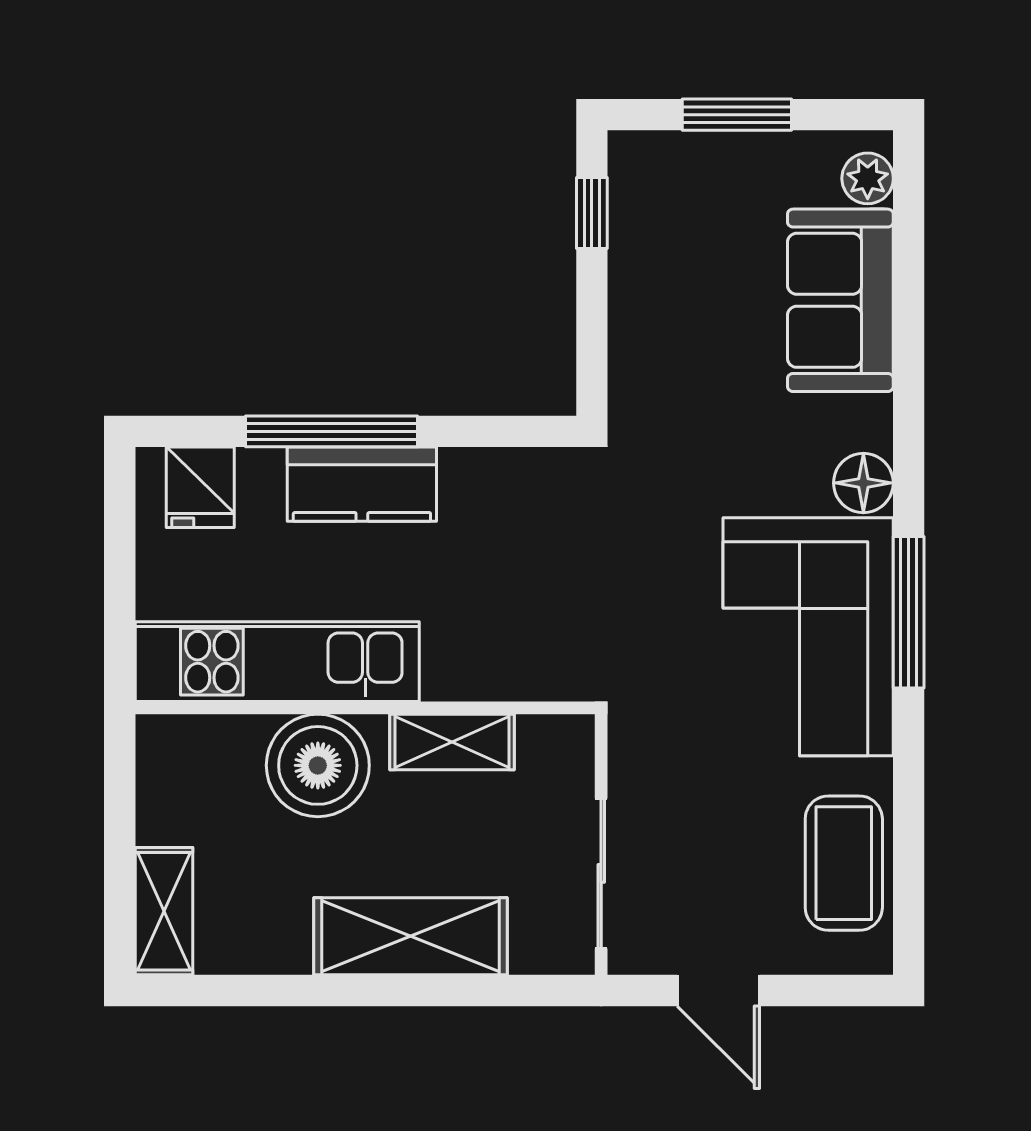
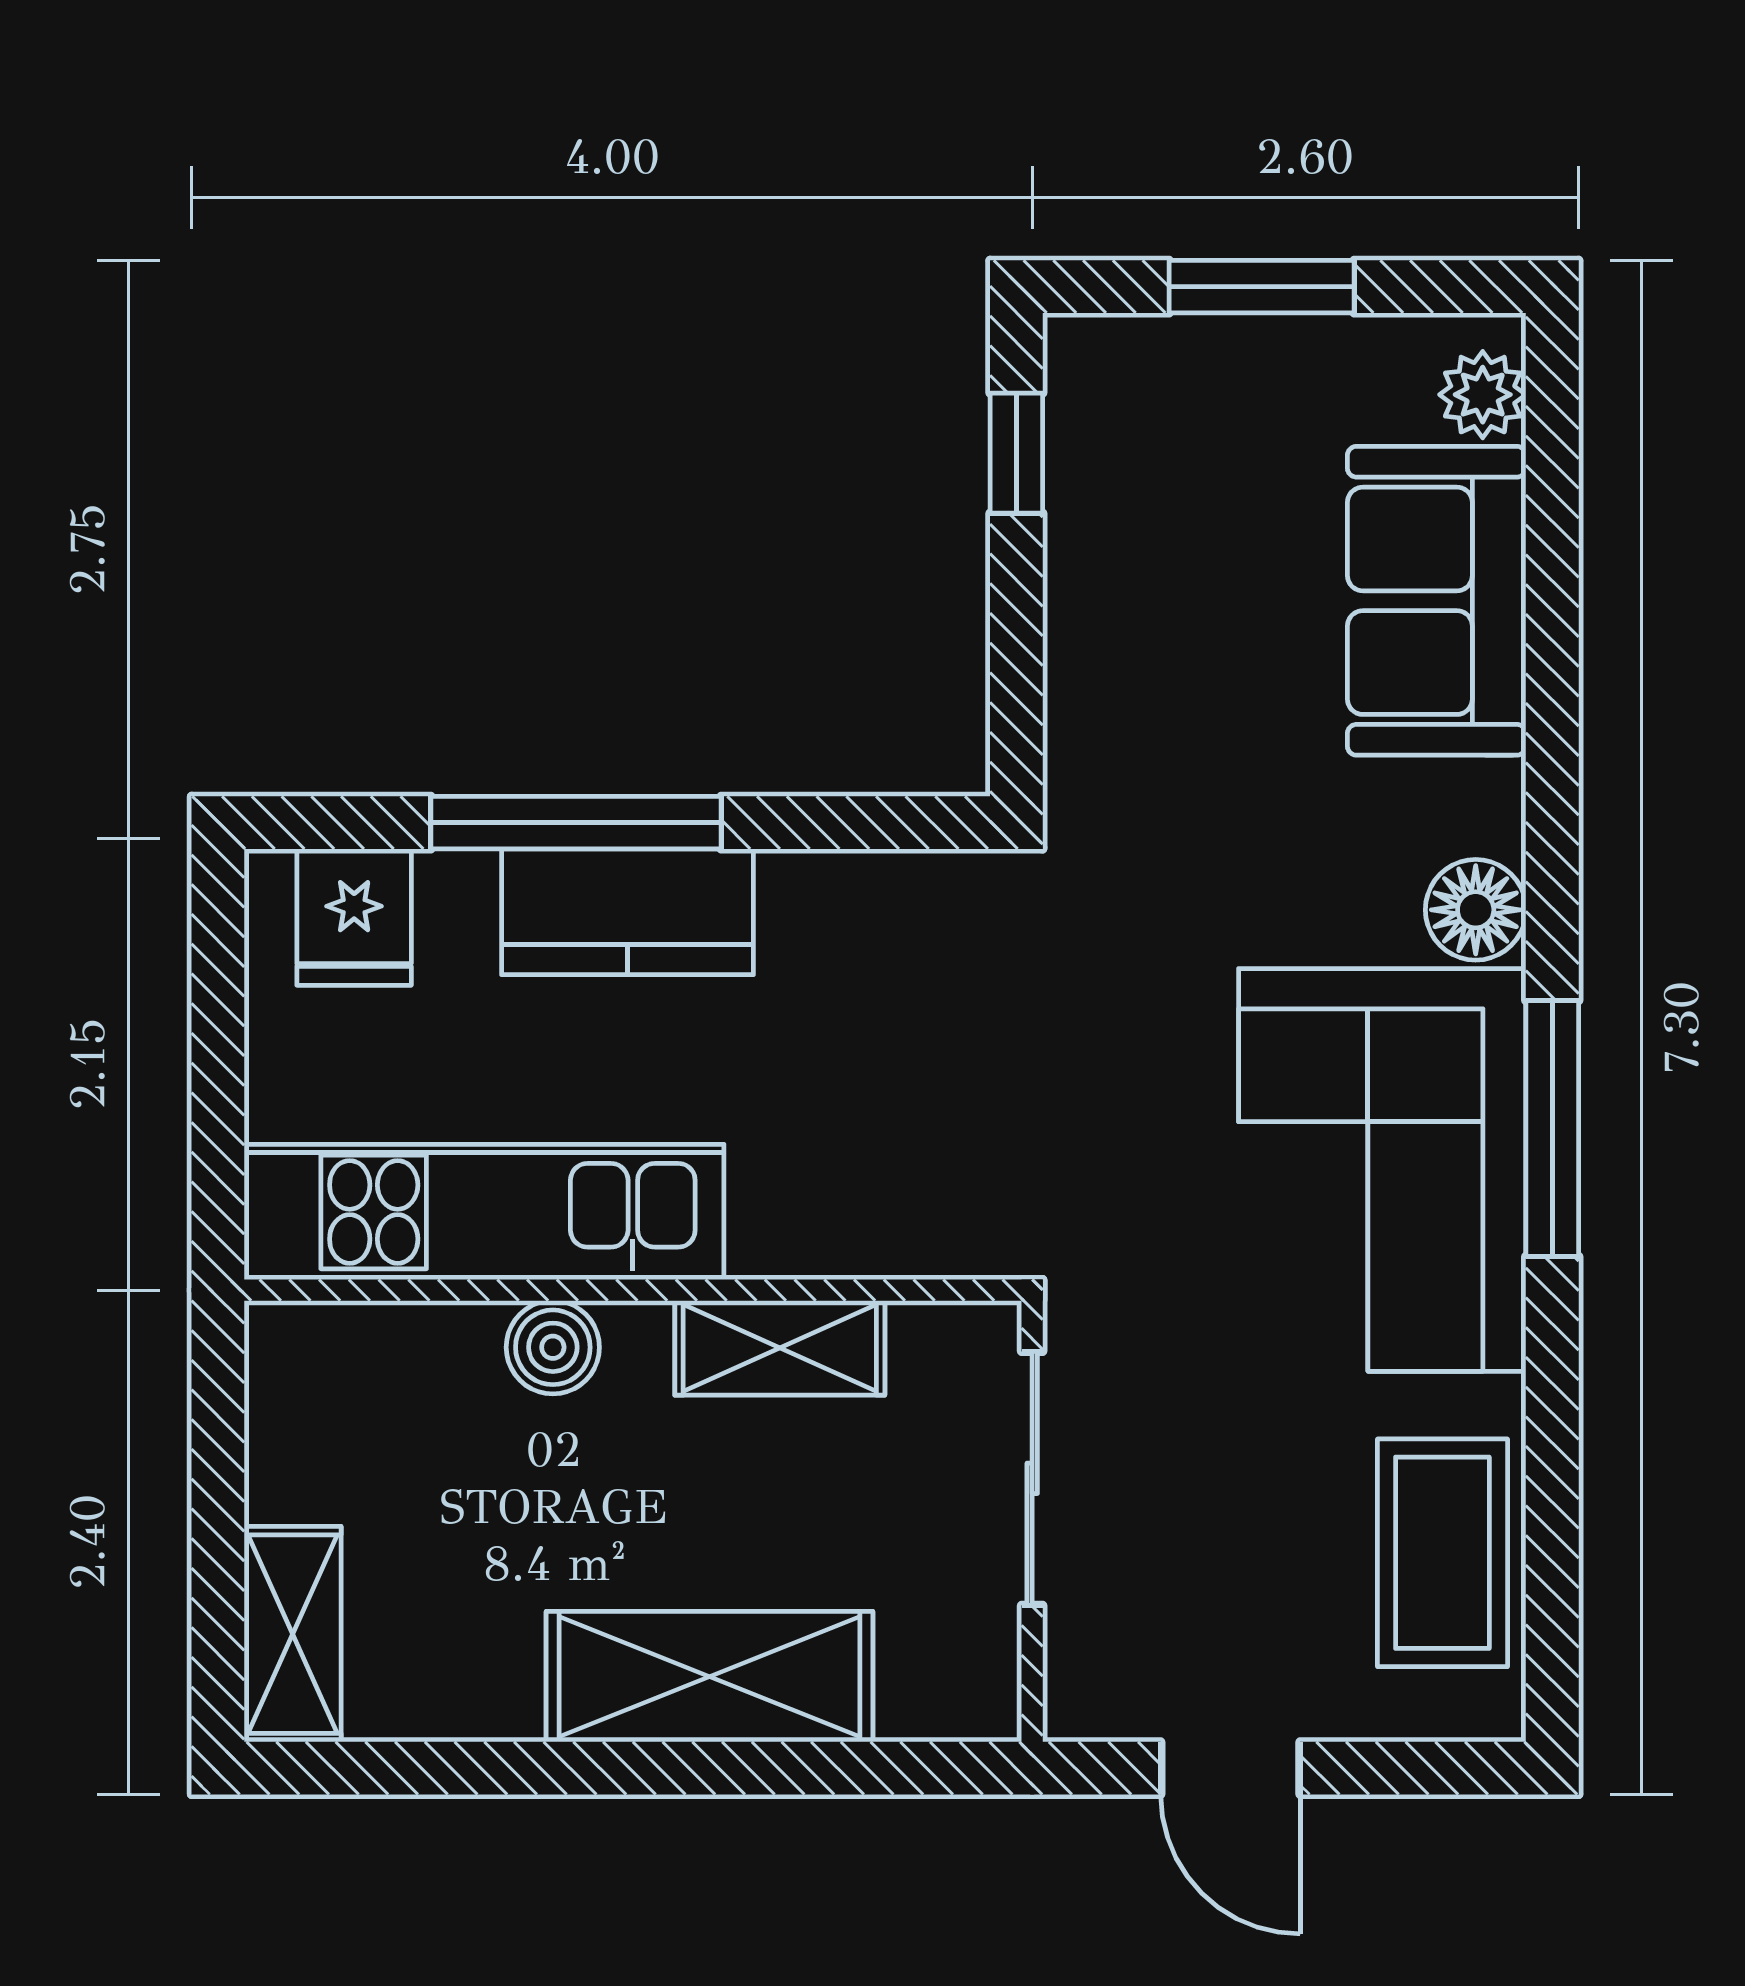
boiler: (318, 765) -> (553, 1347), width x0.54, depth x0.54
sliding door: (601, 873) -> (1032, 1478), moved

